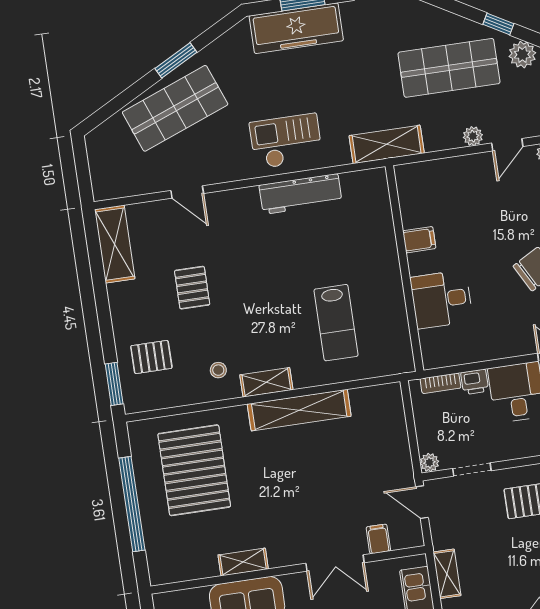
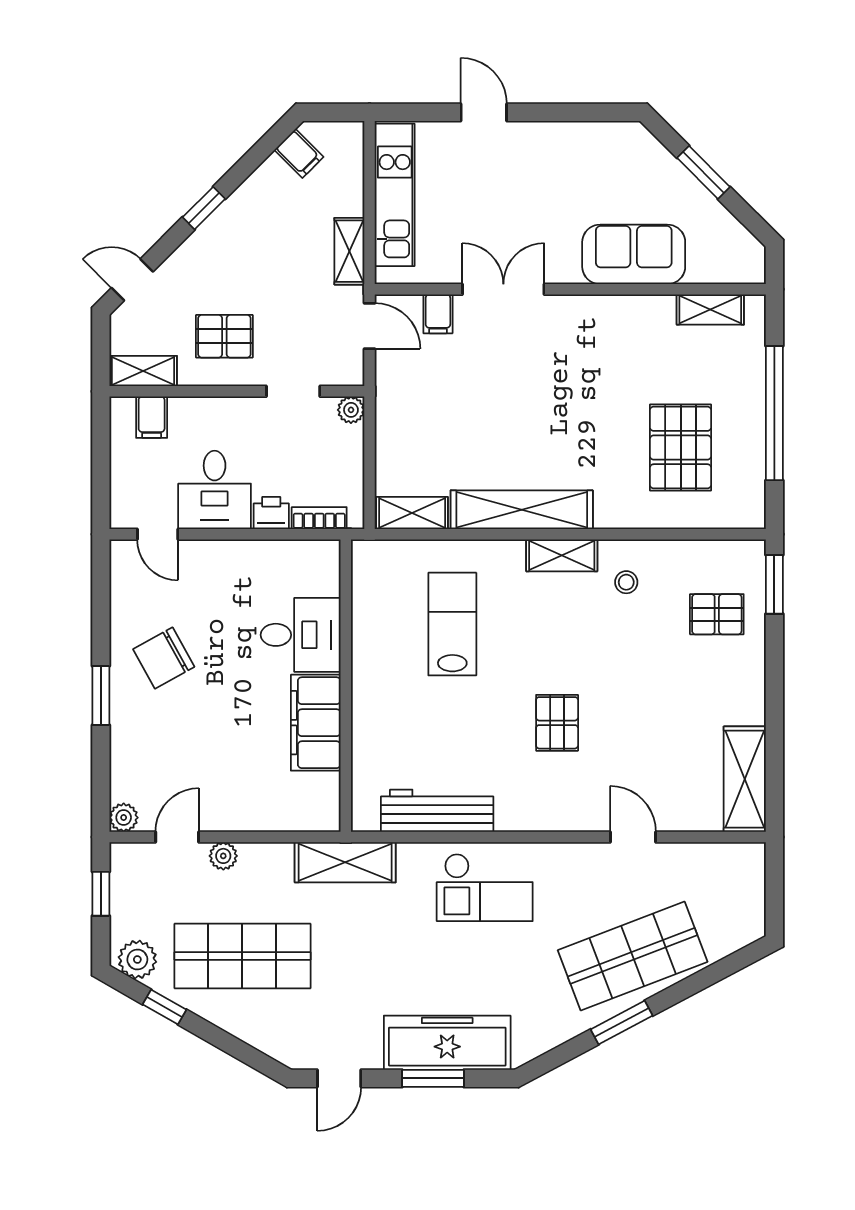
workbench: (301, 194) -> (437, 811), moved
filing cabinet: (419, 240) -> (316, 723), width x3.00, depth x1.17
pallet: (192, 288) -> (557, 723), moved
shelving: (376, 396) -> (412, 513), added
pallet: (194, 470) -> (681, 448), width x0.73, depth x0.71
door: (422, 502) -> (370, 326), moved
shelving: (243, 562) -> (710, 310), moved

